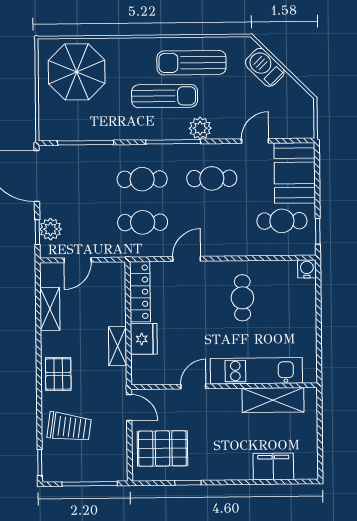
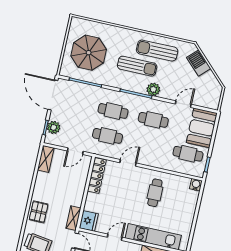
parasol: (77, 72) -> (89, 53), moved
door: (78, 260) -> (75, 151), moved
shelving: (50, 309) -> (46, 159), moved
fridge: (144, 339) -> (89, 221), moved
shelving: (118, 346) -> (73, 218), moved

